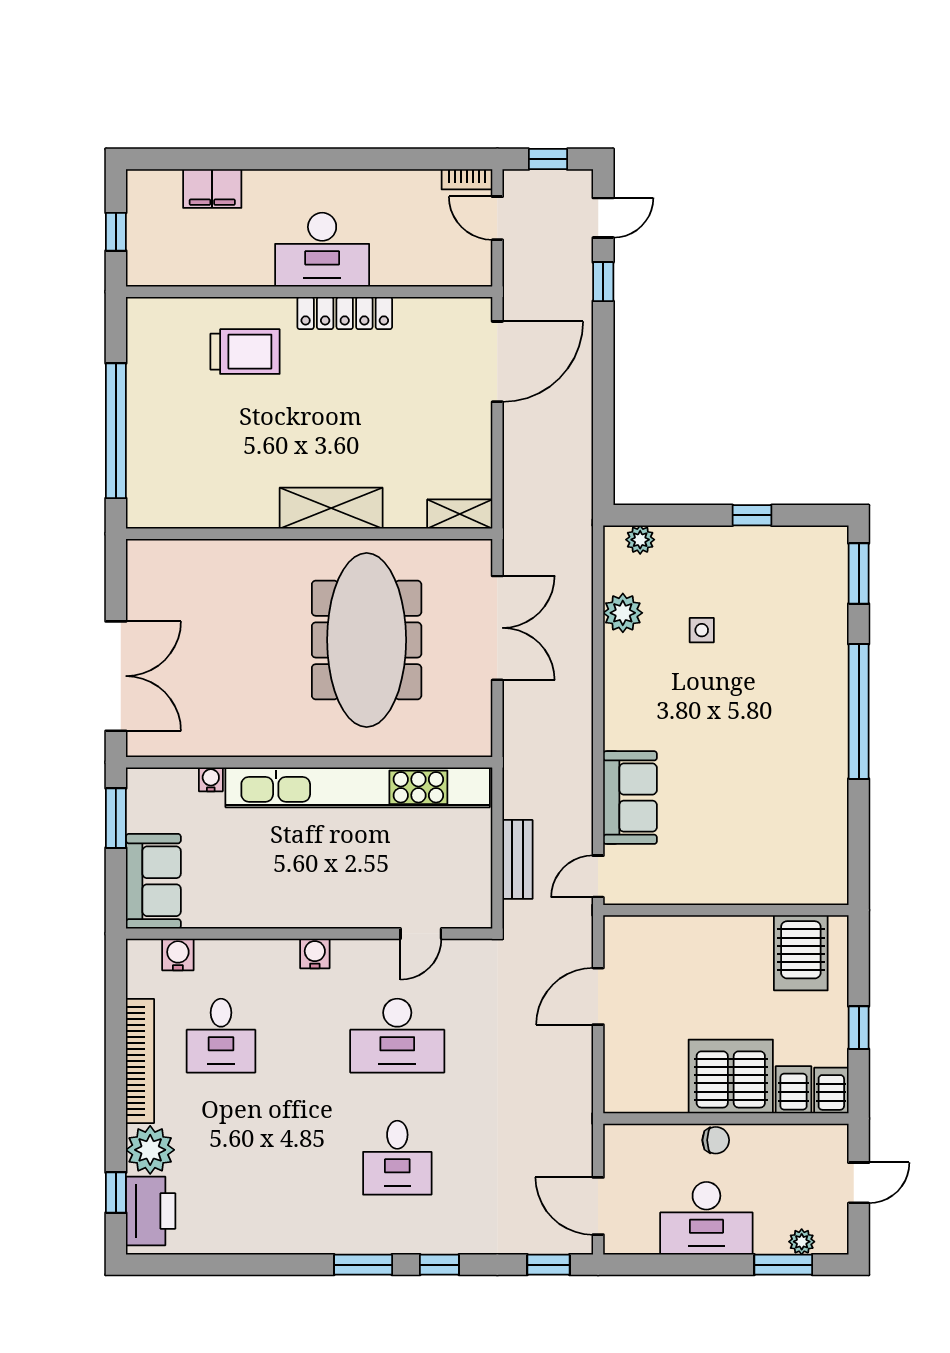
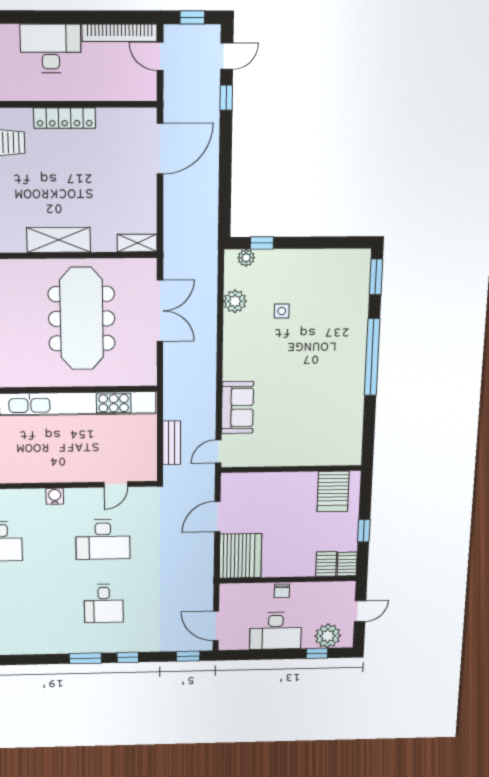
bookcase: (467, 179) -> (120, 33), width x2.31, depth x1.31
desk: (322, 250) -> (51, 48), moved, turned 180
window: (752, 515) -> (262, 243), moved
server rack: (731, 1077) -> (240, 556), moved, turned 90
chair: (716, 1140) -> (282, 591), turned 90
plant: (802, 1242) -> (328, 636), width x1.88, depth x1.88
window: (783, 1265) -> (317, 653), width x0.67

